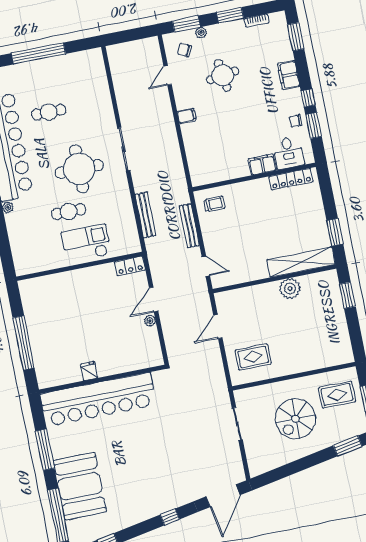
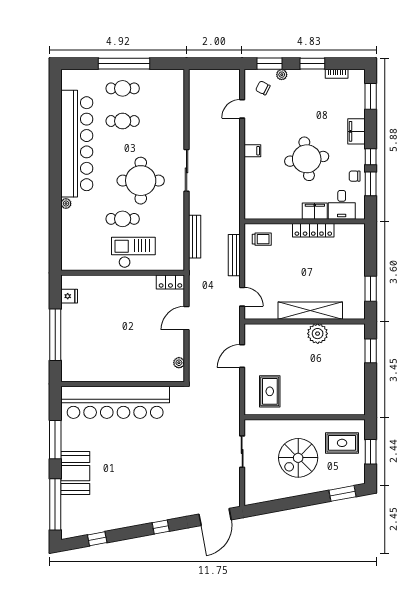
round table: (223, 75) -> (307, 159), moved, width x1.36, depth x1.36
cafe table: (42, 79) -> (123, 88), added
locker: (291, 179) -> (313, 230), moved
shelving: (301, 262) -> (310, 311), moved
plant: (150, 321) -> (179, 363), moved
rug: (253, 357) -> (270, 391), turned 90
fridge: (89, 371) -> (69, 296), moved, turned 90
booth: (80, 486) -> (75, 473), width x0.73, depth x0.70

